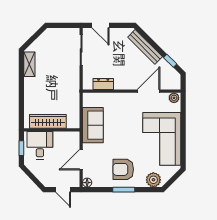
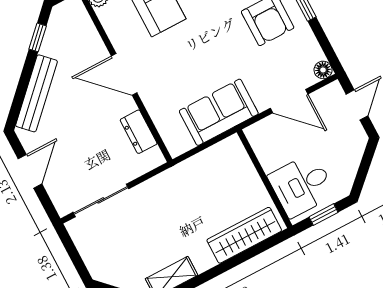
door: (100, 25) -> (30, 171), moved
door: (149, 91) -> (124, 74), moved
wardrobe: (48, 121) -> (244, 235), moved, turned 90

